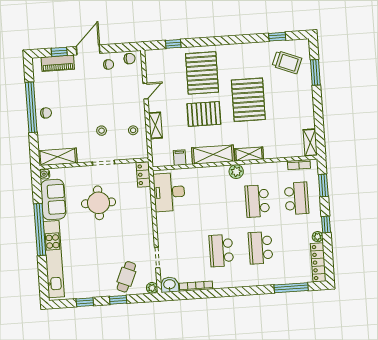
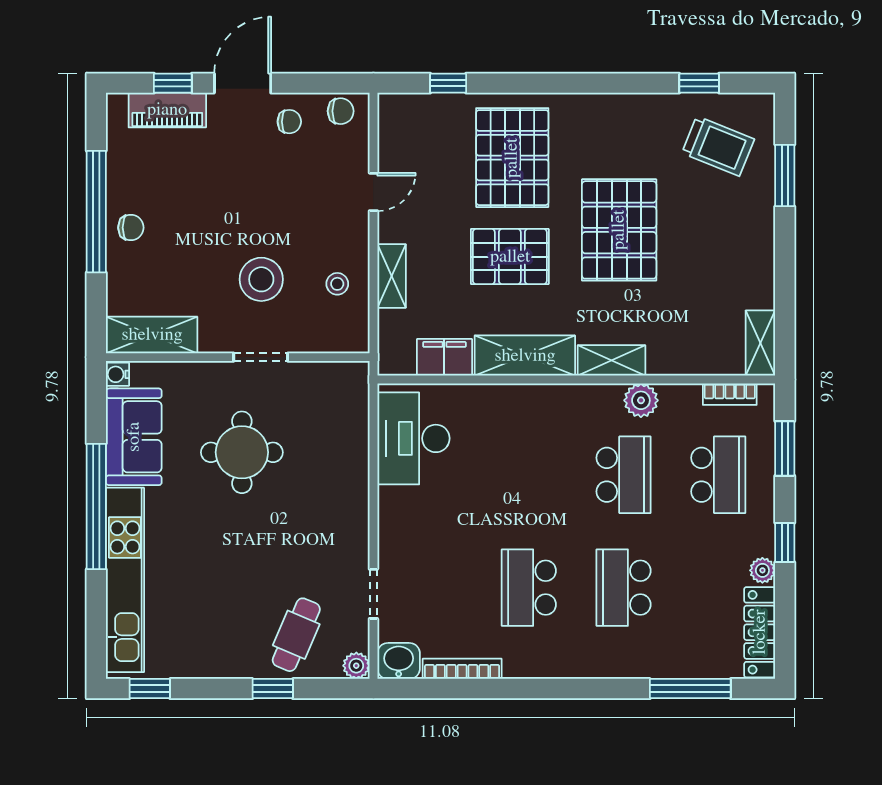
stool: (102, 131) -> (261, 279), width x1.89, depth x1.89
filing cabinet: (180, 158) -> (444, 357), width x2.00
plant: (236, 172) -> (641, 400), moved
locker: (143, 175) -> (354, 392), removed
school desk: (257, 201) -> (624, 475), turned 180
window: (85, 302) -> (150, 689), moved

